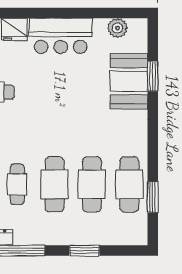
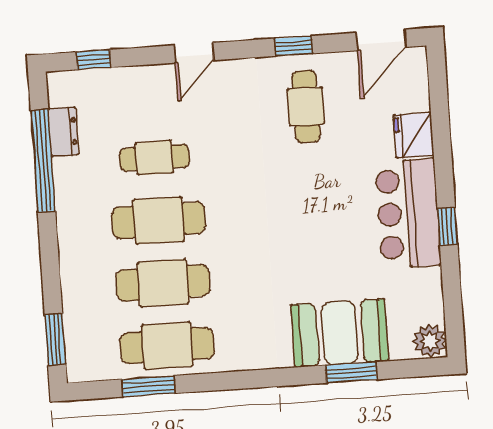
window: (70, 13) -> (447, 226), added
plant: (117, 28) -> (430, 341), moved
window: (84, 251) -> (55, 339), moved

